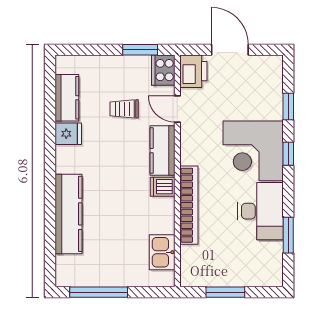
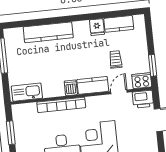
kitchen sink: (162, 252) -> (27, 92), width x1.38

